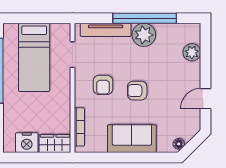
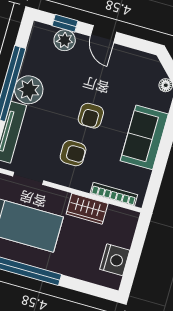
window: (206, 49) -> (65, 23), added
door: (206, 99) -> (103, 34), moved
wardrobe: (55, 144) -> (87, 209), moved, turned -90

